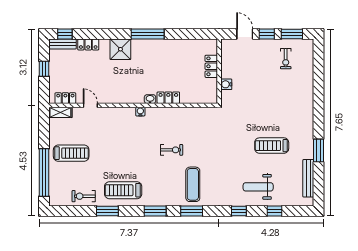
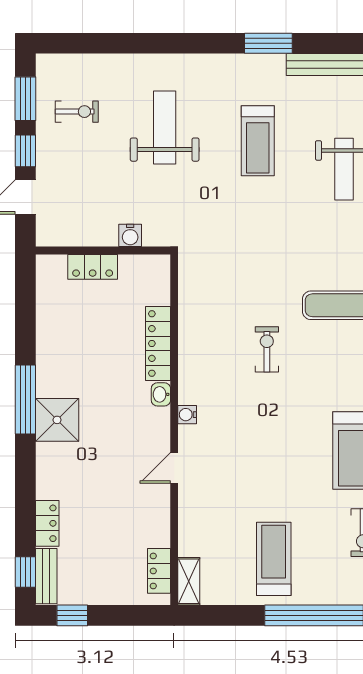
shower: (120, 49) -> (57, 420), moved
window: (44, 69) -> (72, 615), moved
locker: (168, 98) -> (158, 343), width x1.53
weight bench: (278, 101) -> (165, 128), added
door: (90, 105) -> (174, 468), moved

